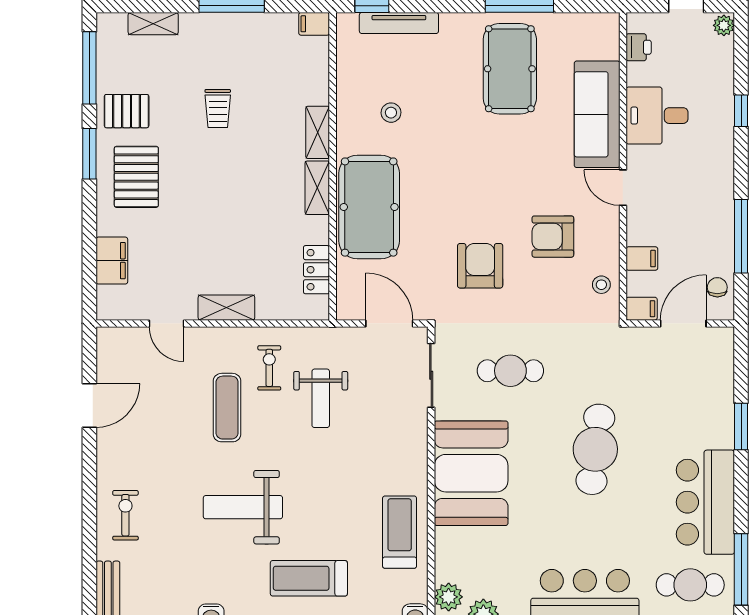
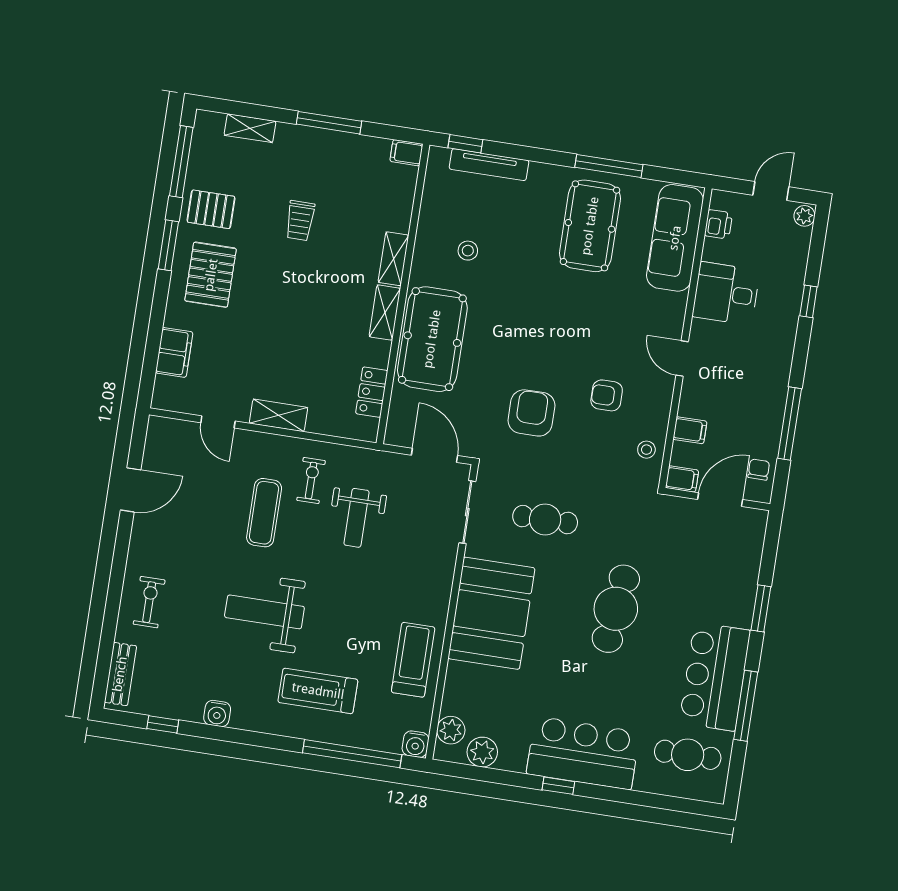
sofa: (597, 114) -> (675, 238), moved
armchair: (553, 237) -> (607, 395), width x0.72, depth x0.72
window: (741, 569) -> (746, 706), moved

